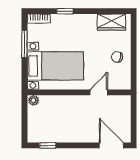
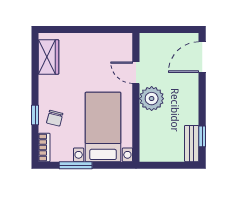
chair: (117, 57) -> (55, 118), moved
plant: (34, 100) -> (152, 99), moved, width x1.87, depth x1.87
bench: (42, 137) -> (192, 144), added

